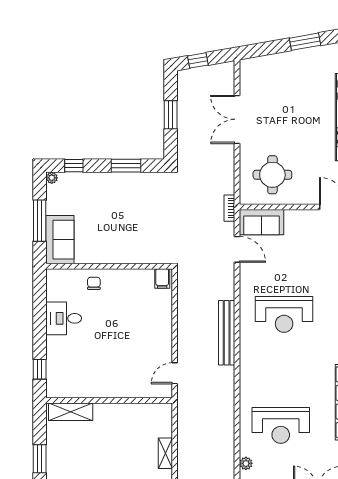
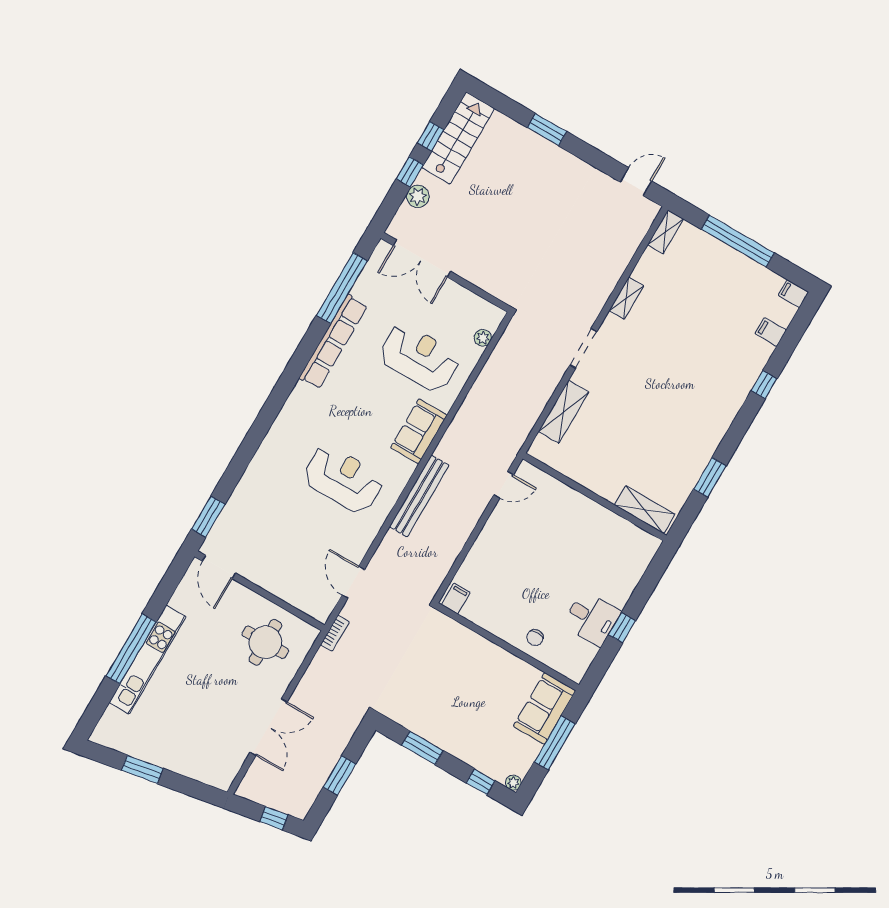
sofa: (261, 222) -> (419, 431), moved, turned -90
window: (40, 369) -> (622, 628), moved
shelving: (165, 453) -> (564, 412), width x1.50, depth x1.33

